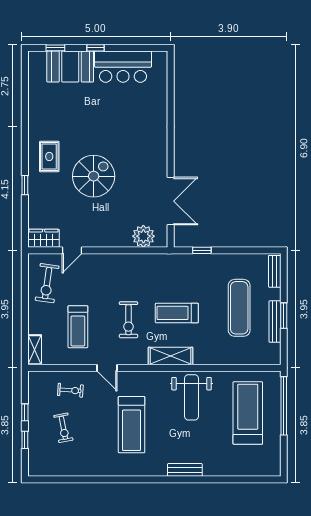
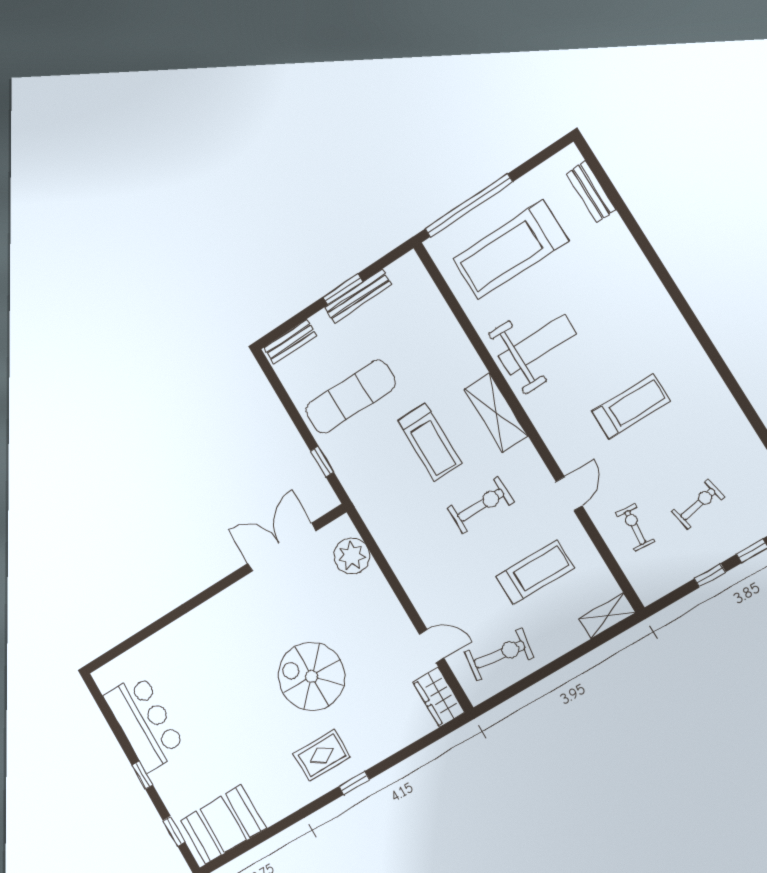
booth: (70, 67) -> (223, 824), moved, turned 90
window: (25, 185) -> (354, 783), moved
exercise mat: (239, 308) -> (350, 397), moved
treadmill: (132, 425) -> (631, 406), width x0.73, depth x0.73
bench: (185, 470) -> (591, 192), moved

